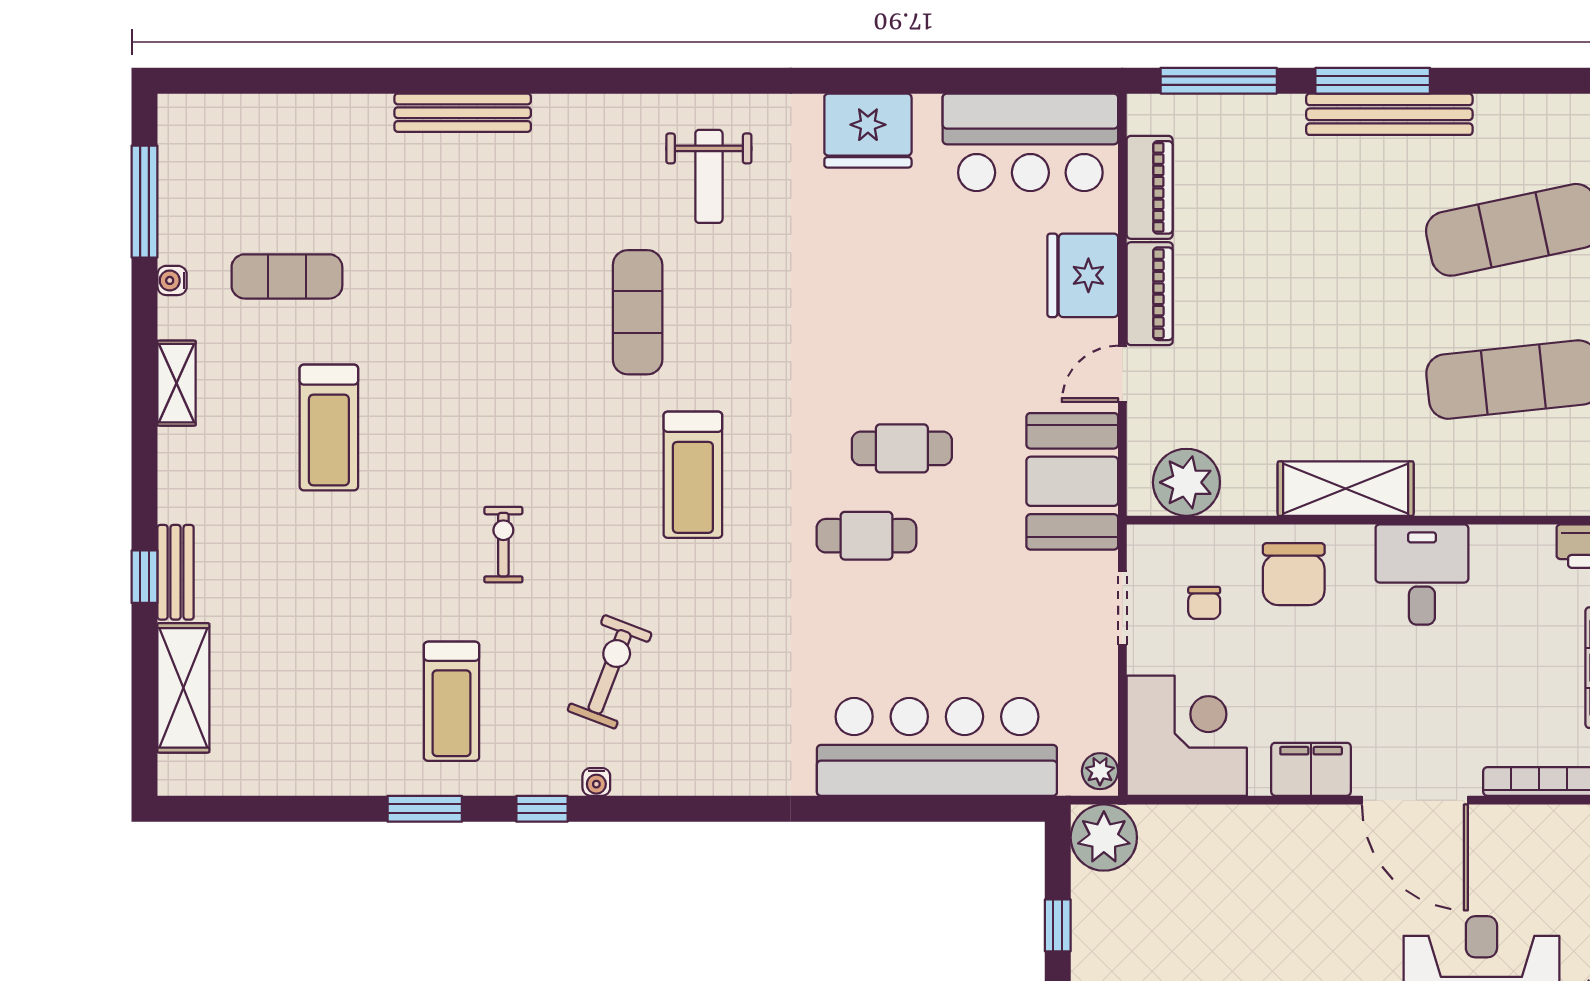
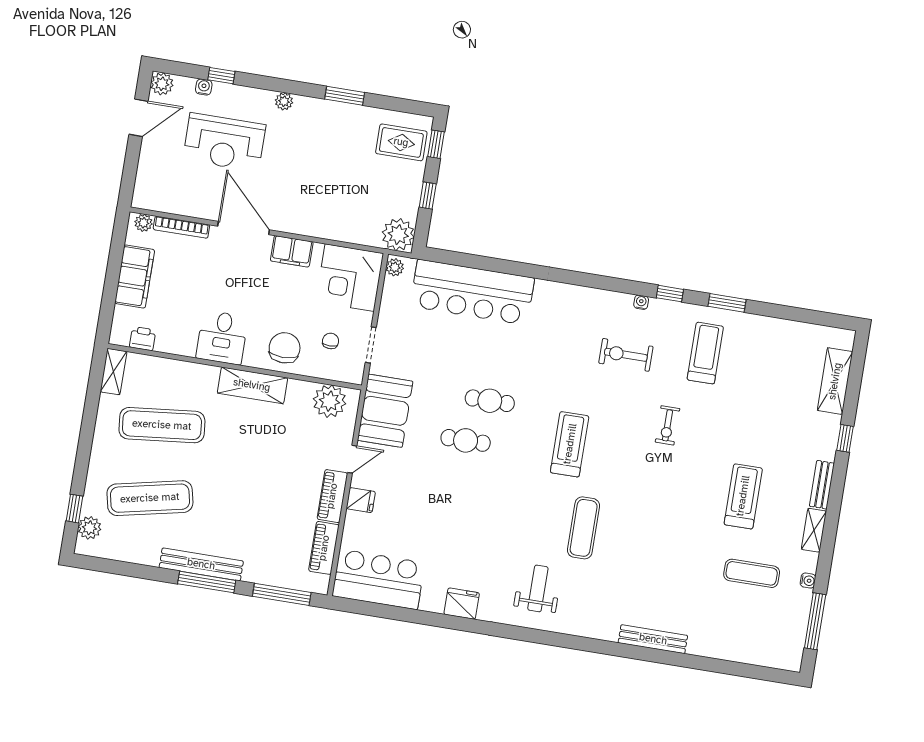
fridge: (868, 131) -> (462, 604), width x0.73, depth x0.75
fridge: (1083, 275) -> (361, 500), width x0.53, depth x0.75
bench: (176, 572) -> (822, 485), moved
exercise bike: (610, 672) -> (626, 355), turned 69

